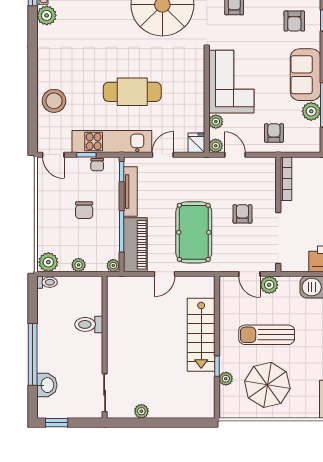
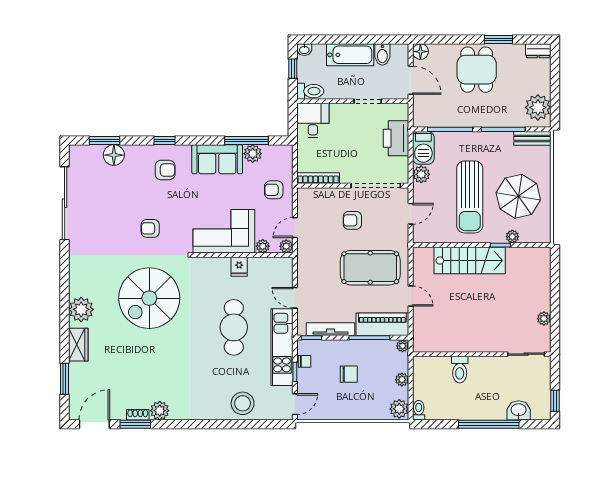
fridge: (196, 143) -> (239, 267), moved, turned -90
plant: (269, 285) -> (421, 174), moved
sun lounger: (267, 335) -> (470, 197), width x1.36, depth x1.34

